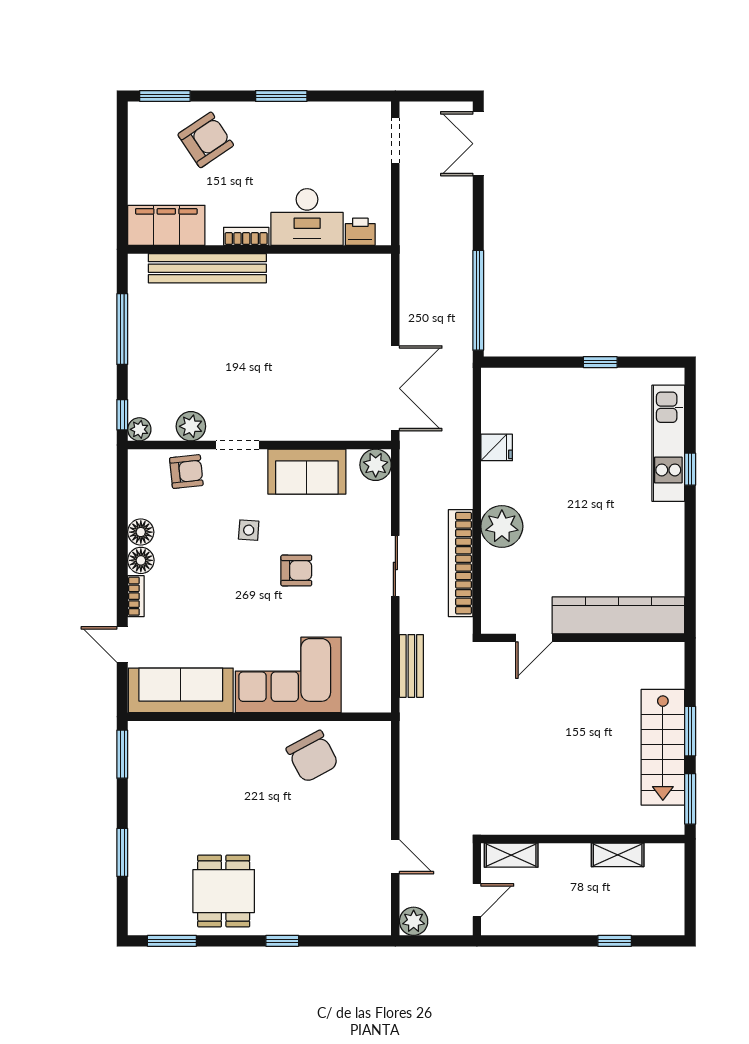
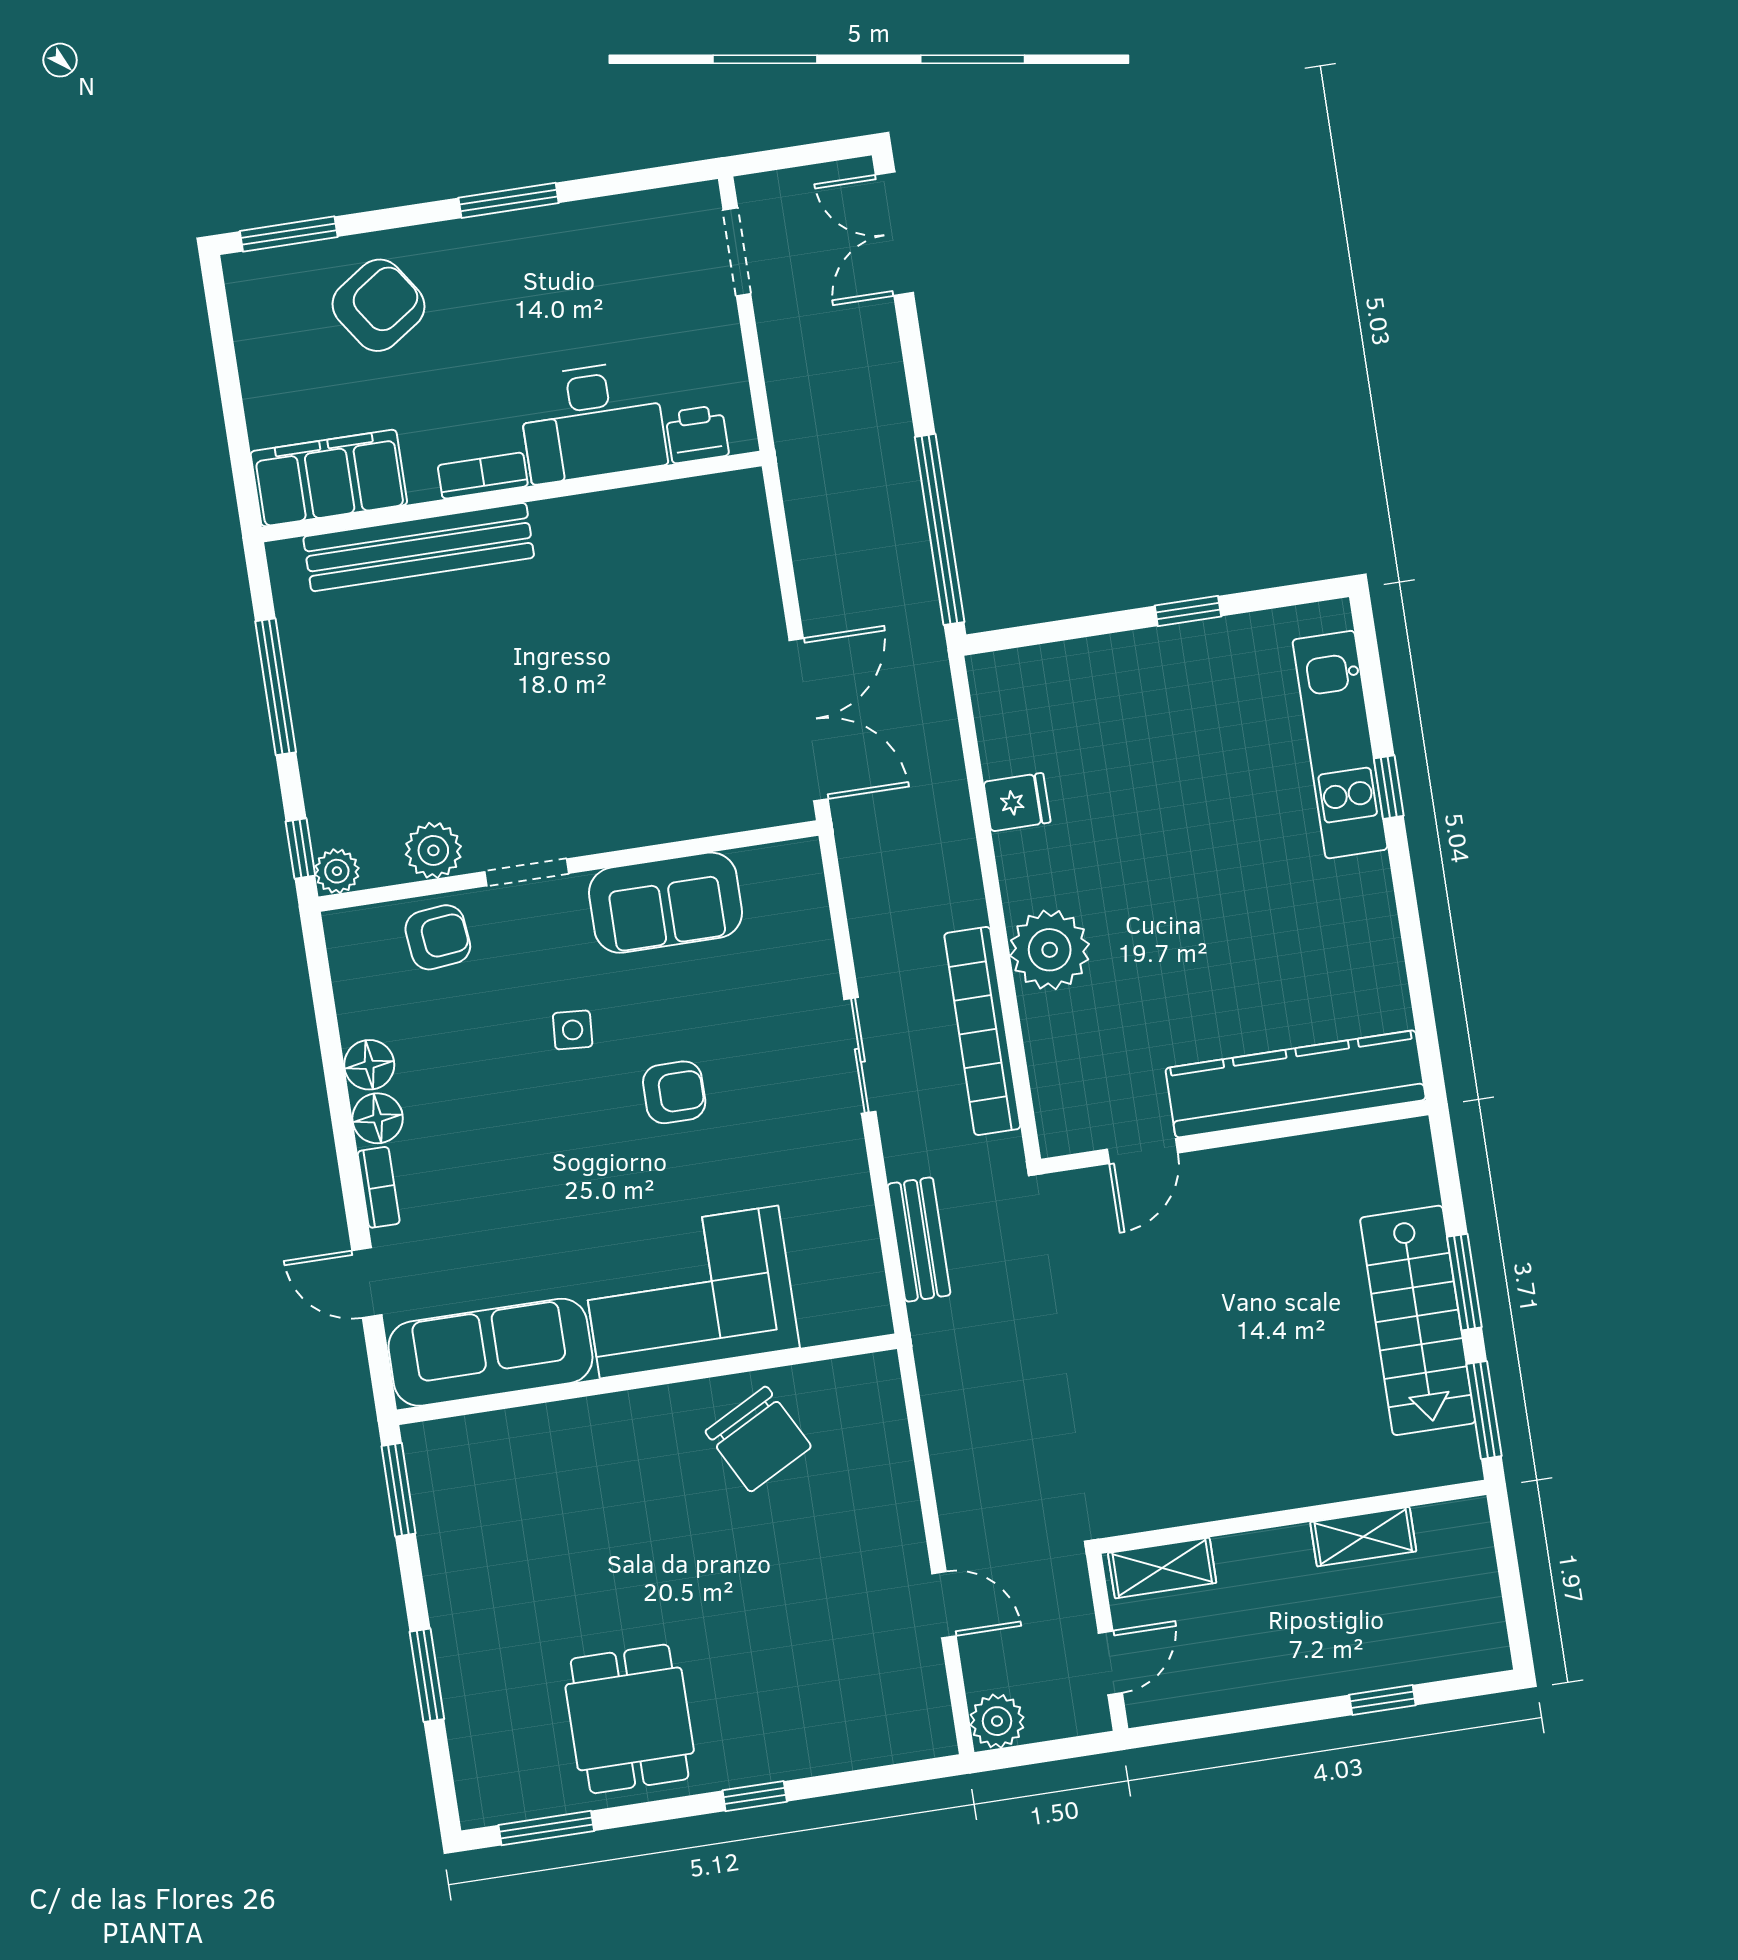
plant: (376, 465) -> (793, 870), removed

